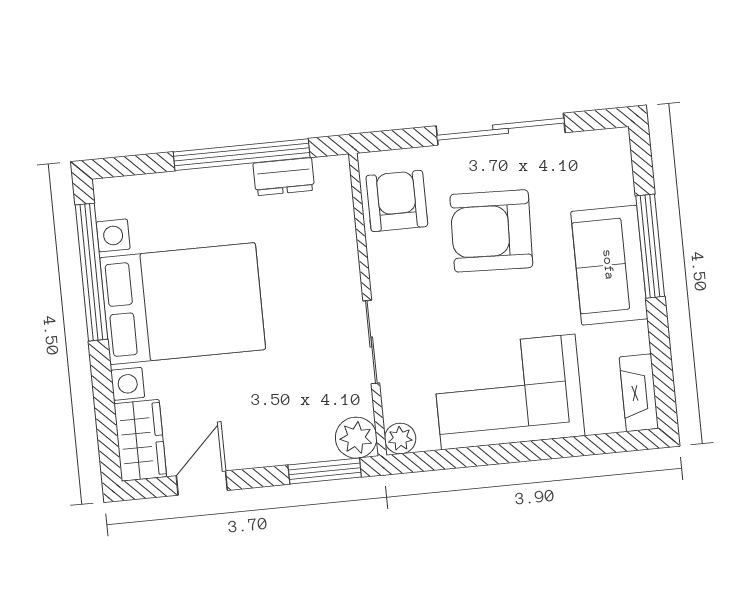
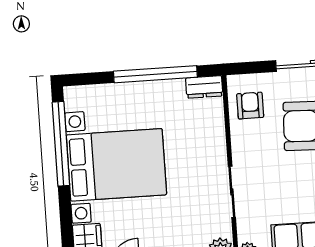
dresser: (284, 177) -> (204, 87), moved
armchair: (397, 201) -> (250, 106), width x0.72, depth x0.72

